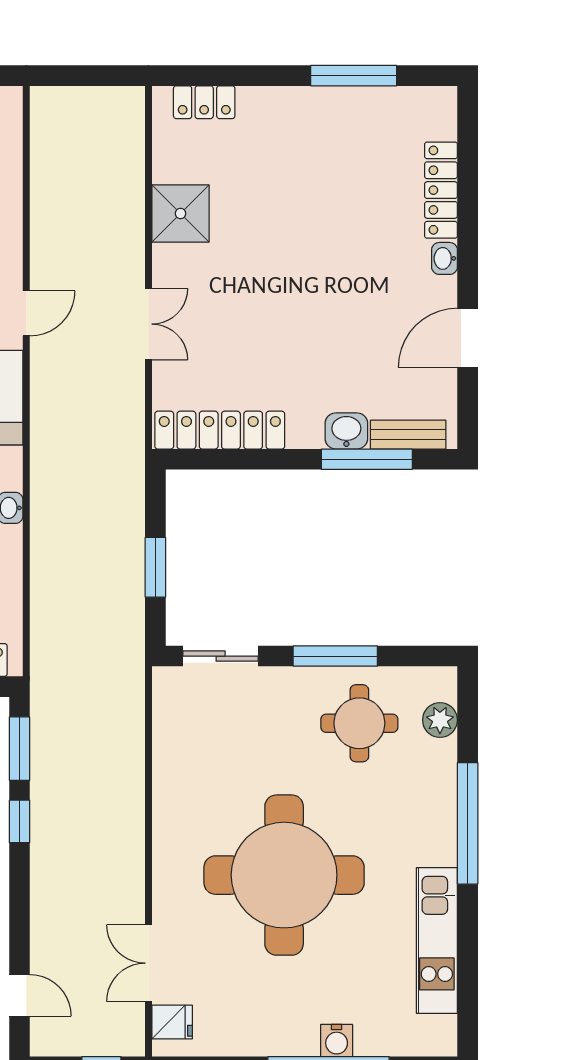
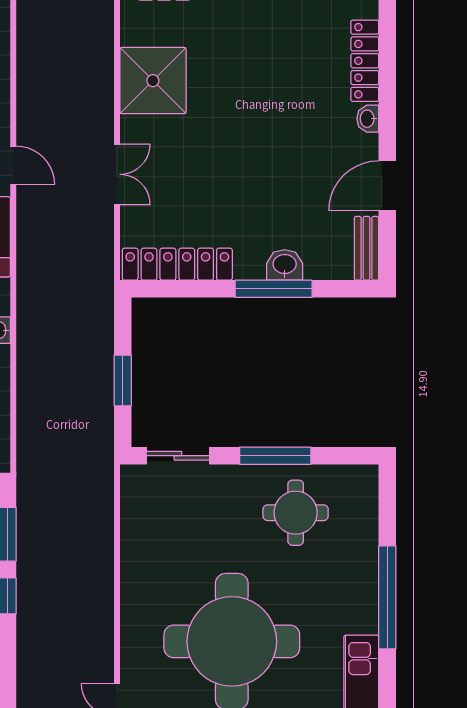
shower: (181, 214) -> (153, 81), width x1.37, depth x1.37
door: (26, 313) -> (13, 165), hinge flipped
bench: (408, 435) -> (367, 248), moved, turned 90
window: (367, 459) -> (274, 289), moved
plant: (440, 720) -> (364, 510), removed

